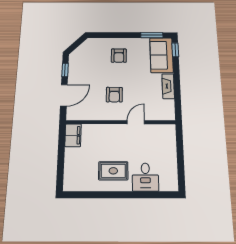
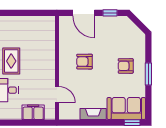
window: (152, 35) -> (148, 74), moved
door: (136, 122) -> (57, 95), moved
filing cabinet: (73, 135) -> (33, 112), moved, turned 180

